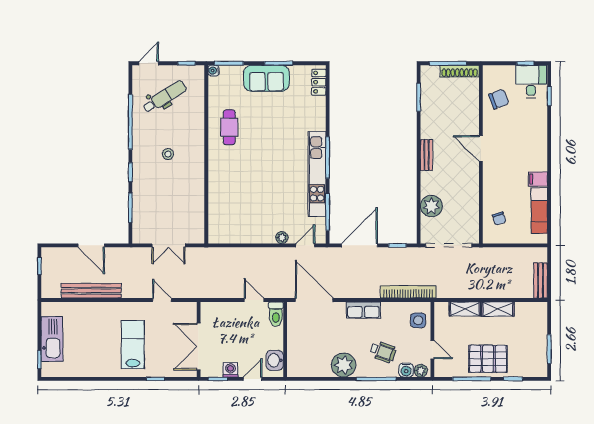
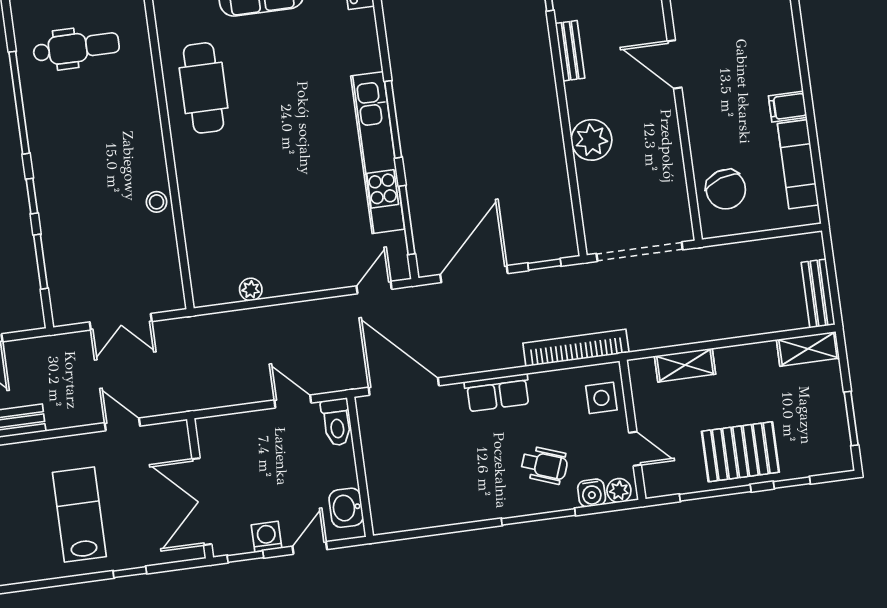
dental chair: (165, 97) -> (76, 48), turned 32
cafe table: (229, 127) -> (204, 88), width x1.37, depth x1.35
stool: (168, 154) -> (157, 202), moved
bench: (426, 155) -> (570, 51), moved
plant: (431, 206) -> (591, 140), moved
chair: (499, 219) -> (726, 189), width x1.87, depth x1.87
plant: (282, 238) -> (251, 289), moved
shelving: (498, 309) -> (808, 349), moved
plant: (344, 365) -> (475, 499), removed

